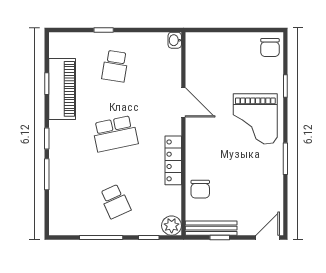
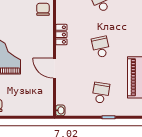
school desk: (115, 134) -> (101, 47), width x0.54
locker: (173, 160) -> (61, 35), width x0.66

